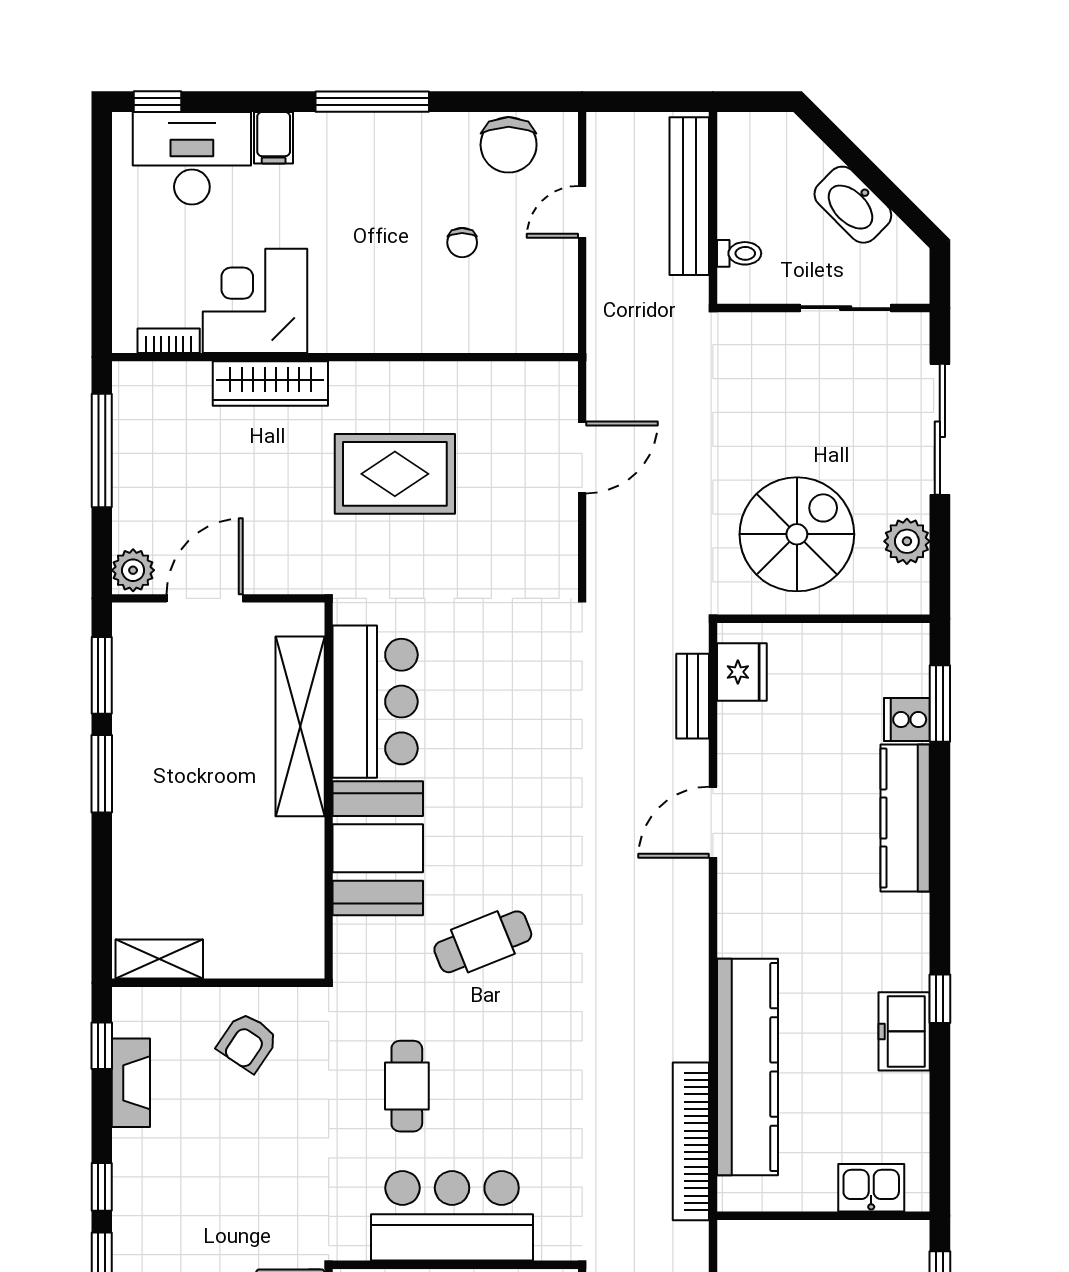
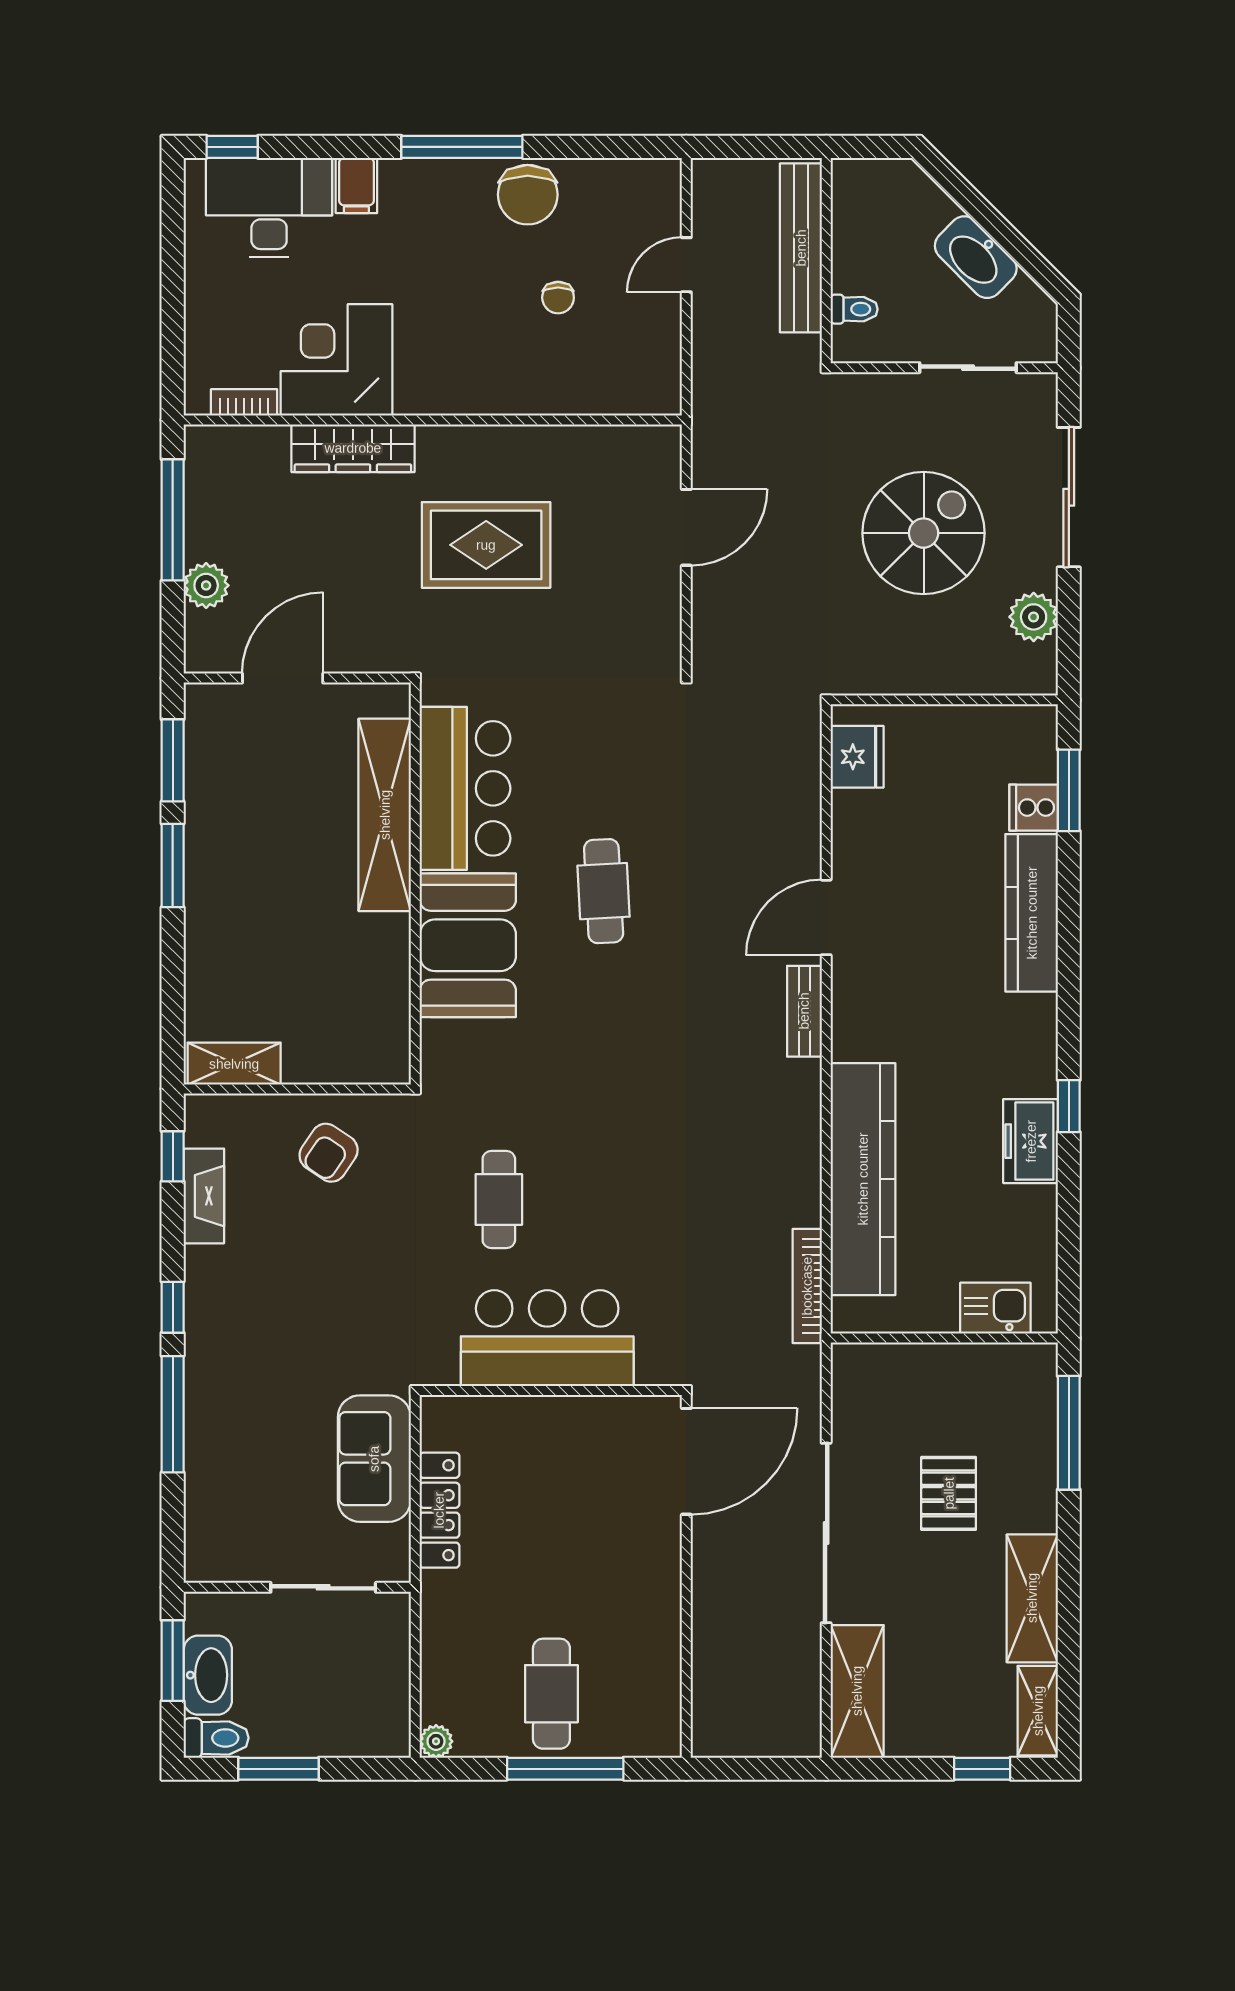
chair: (509, 145) -> (528, 195), moved
spiral stairs: (797, 534) -> (924, 533), moved
plant: (133, 570) -> (206, 585), moved
bench: (693, 696) -> (804, 1011), moved
cafe table: (483, 942) -> (604, 891), moved, turned -71
bookcase: (691, 1141) -> (807, 1286), width x0.68, depth x0.76

